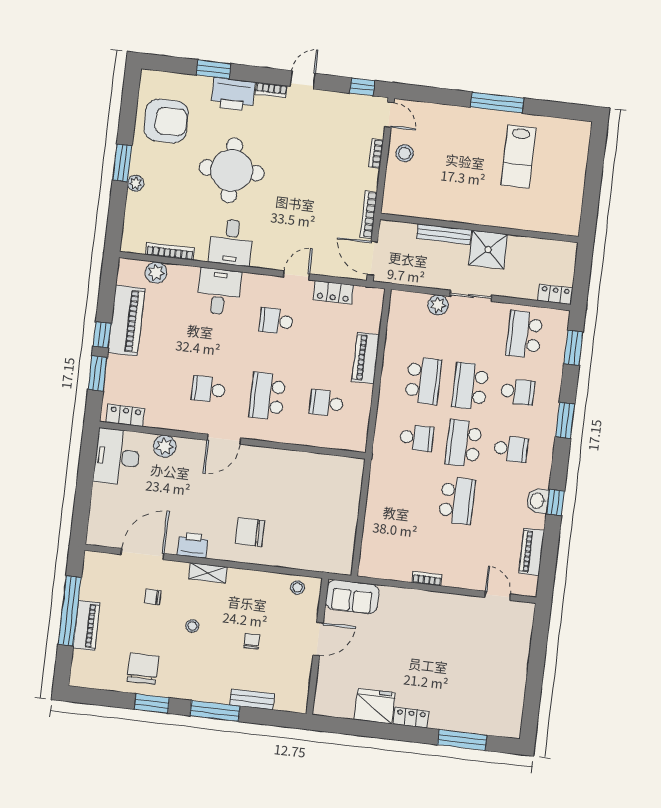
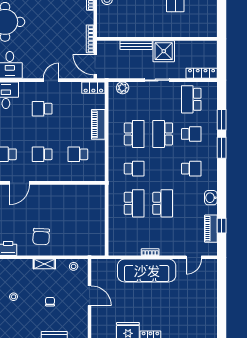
locker: (333, 292) -> (93, 88), moved
locker: (555, 294) -> (202, 73), width x1.53
plant: (438, 305) -> (123, 88), moved
window: (573, 348) -> (222, 120), moved
school desk: (267, 396) -> (42, 154), width x0.54
school desk: (464, 443) -> (134, 203), moved, turned 180
window: (555, 502) -> (222, 226), moved
chair: (250, 532) -> (41, 237), turned -87
shelving: (208, 573) -> (44, 264), moved
door: (498, 596) -> (194, 257), swing flipped
sofa: (352, 597) -> (147, 271), moved, width x1.85, depth x1.27
door: (318, 639) -> (90, 296), hinge flipped

